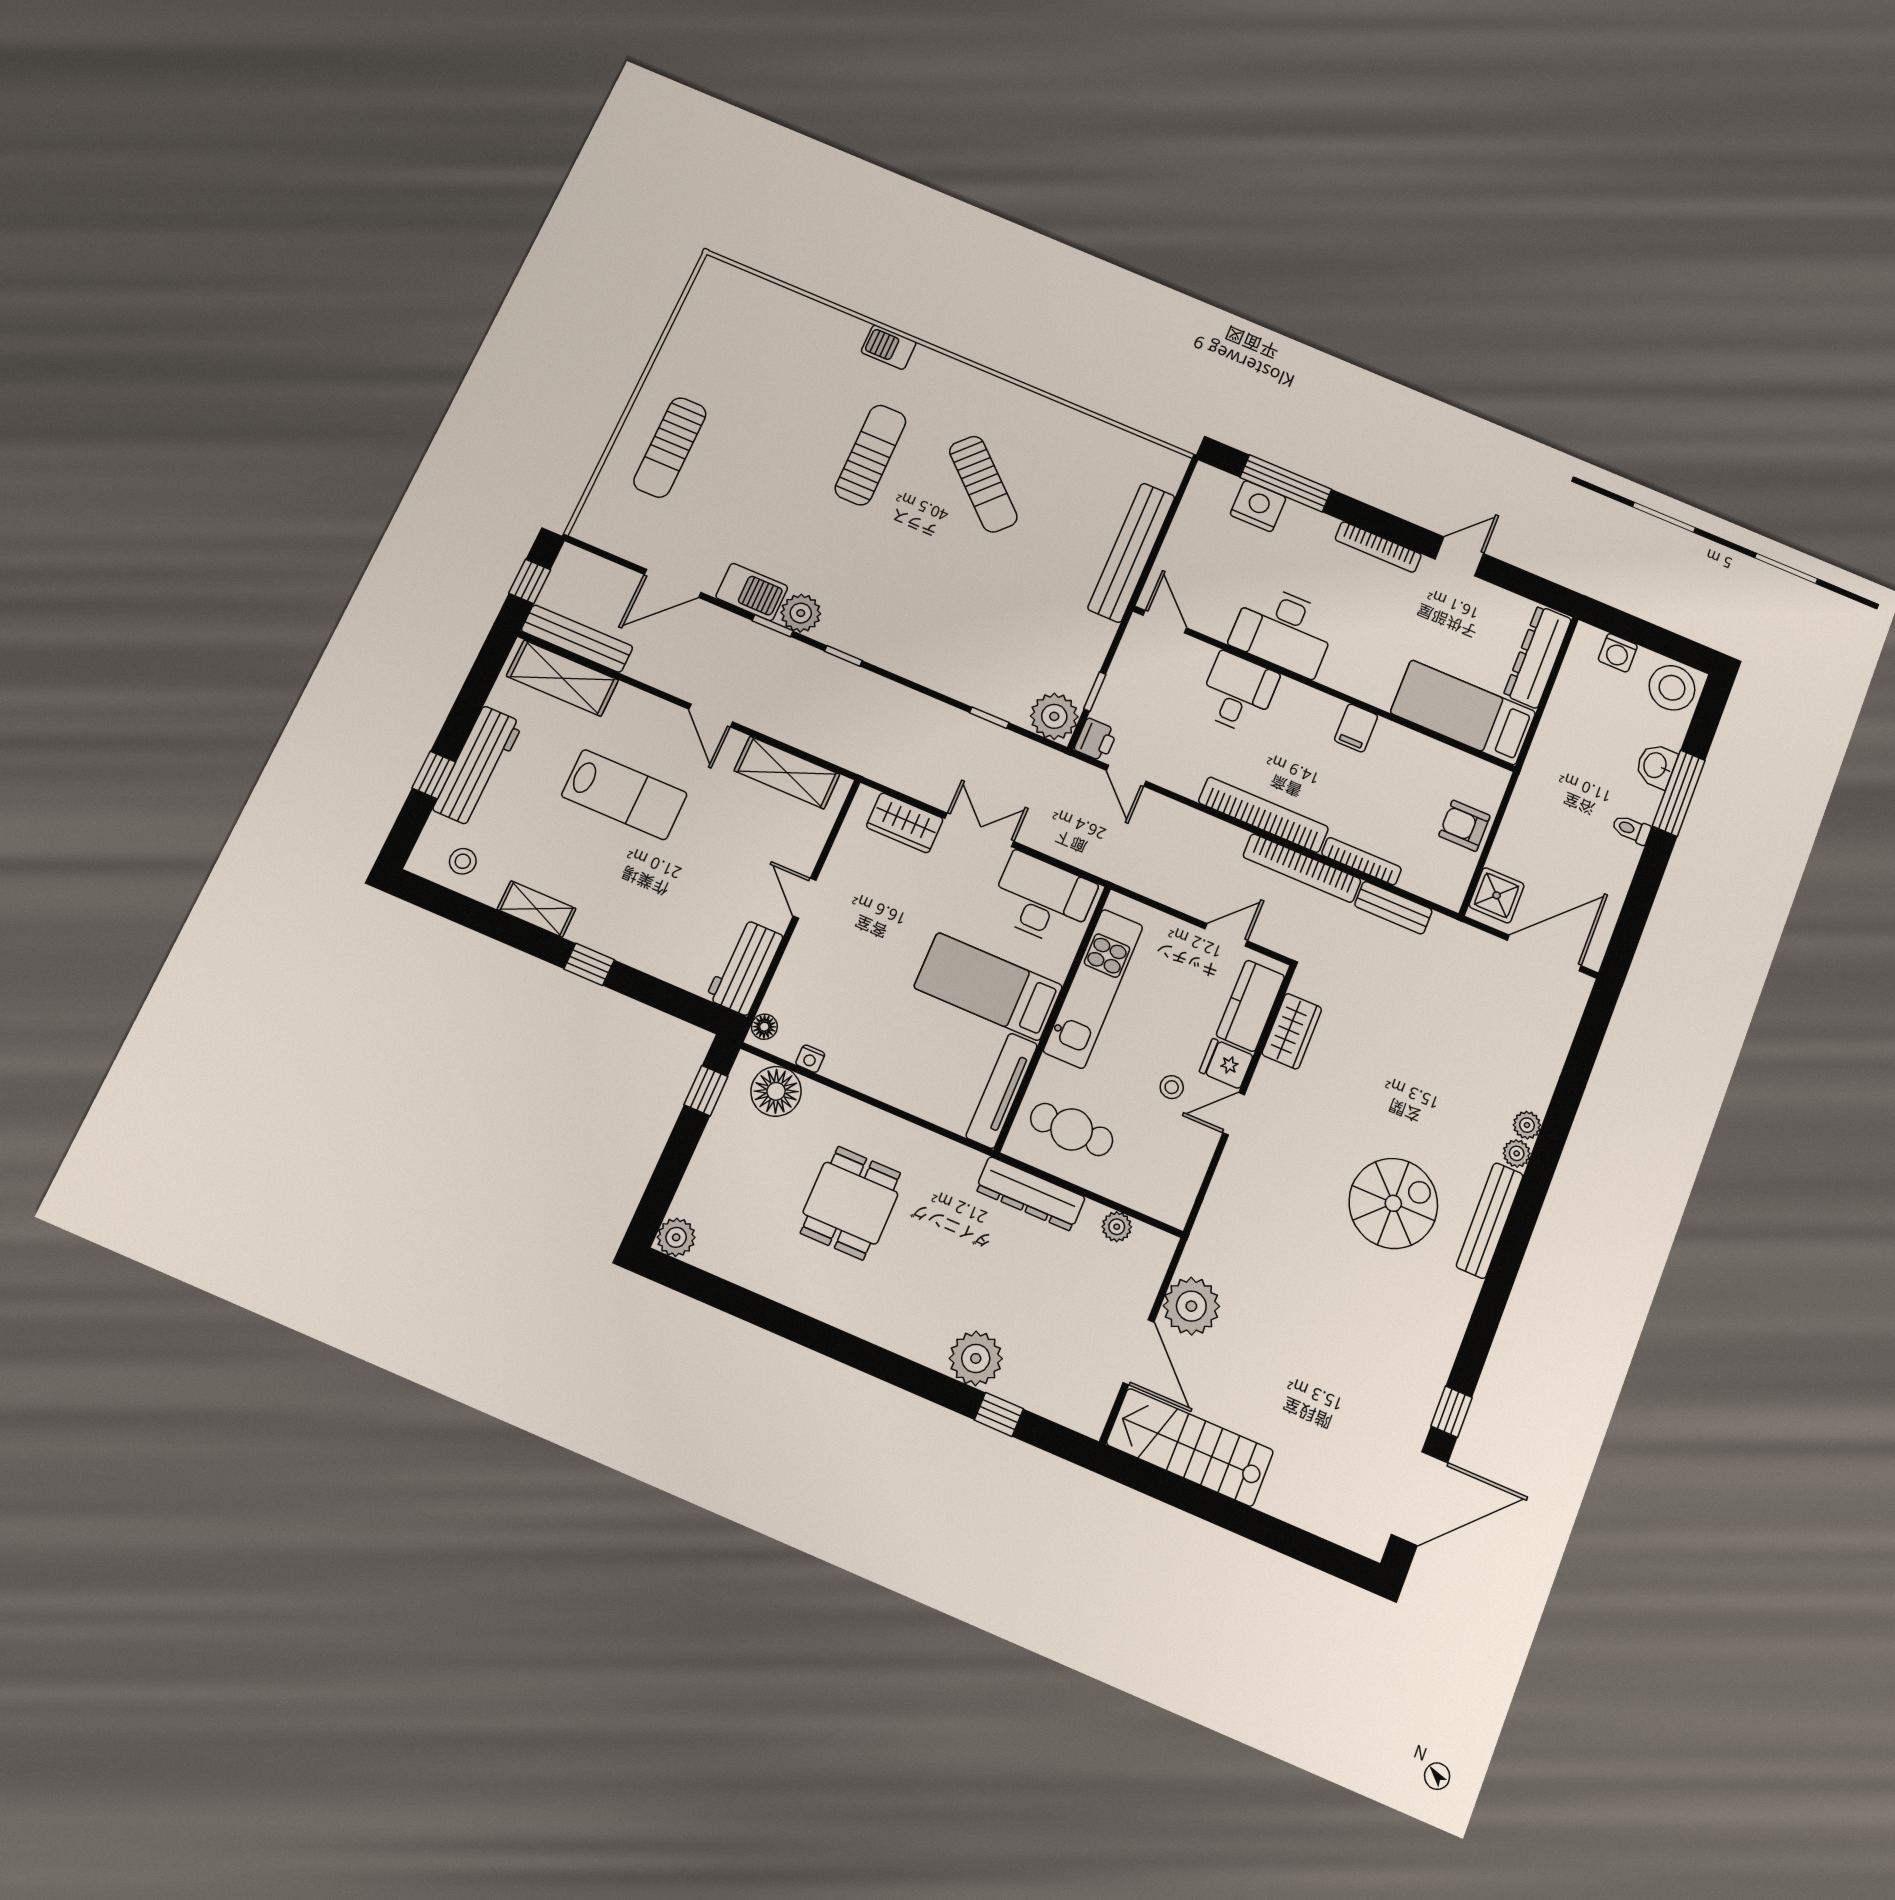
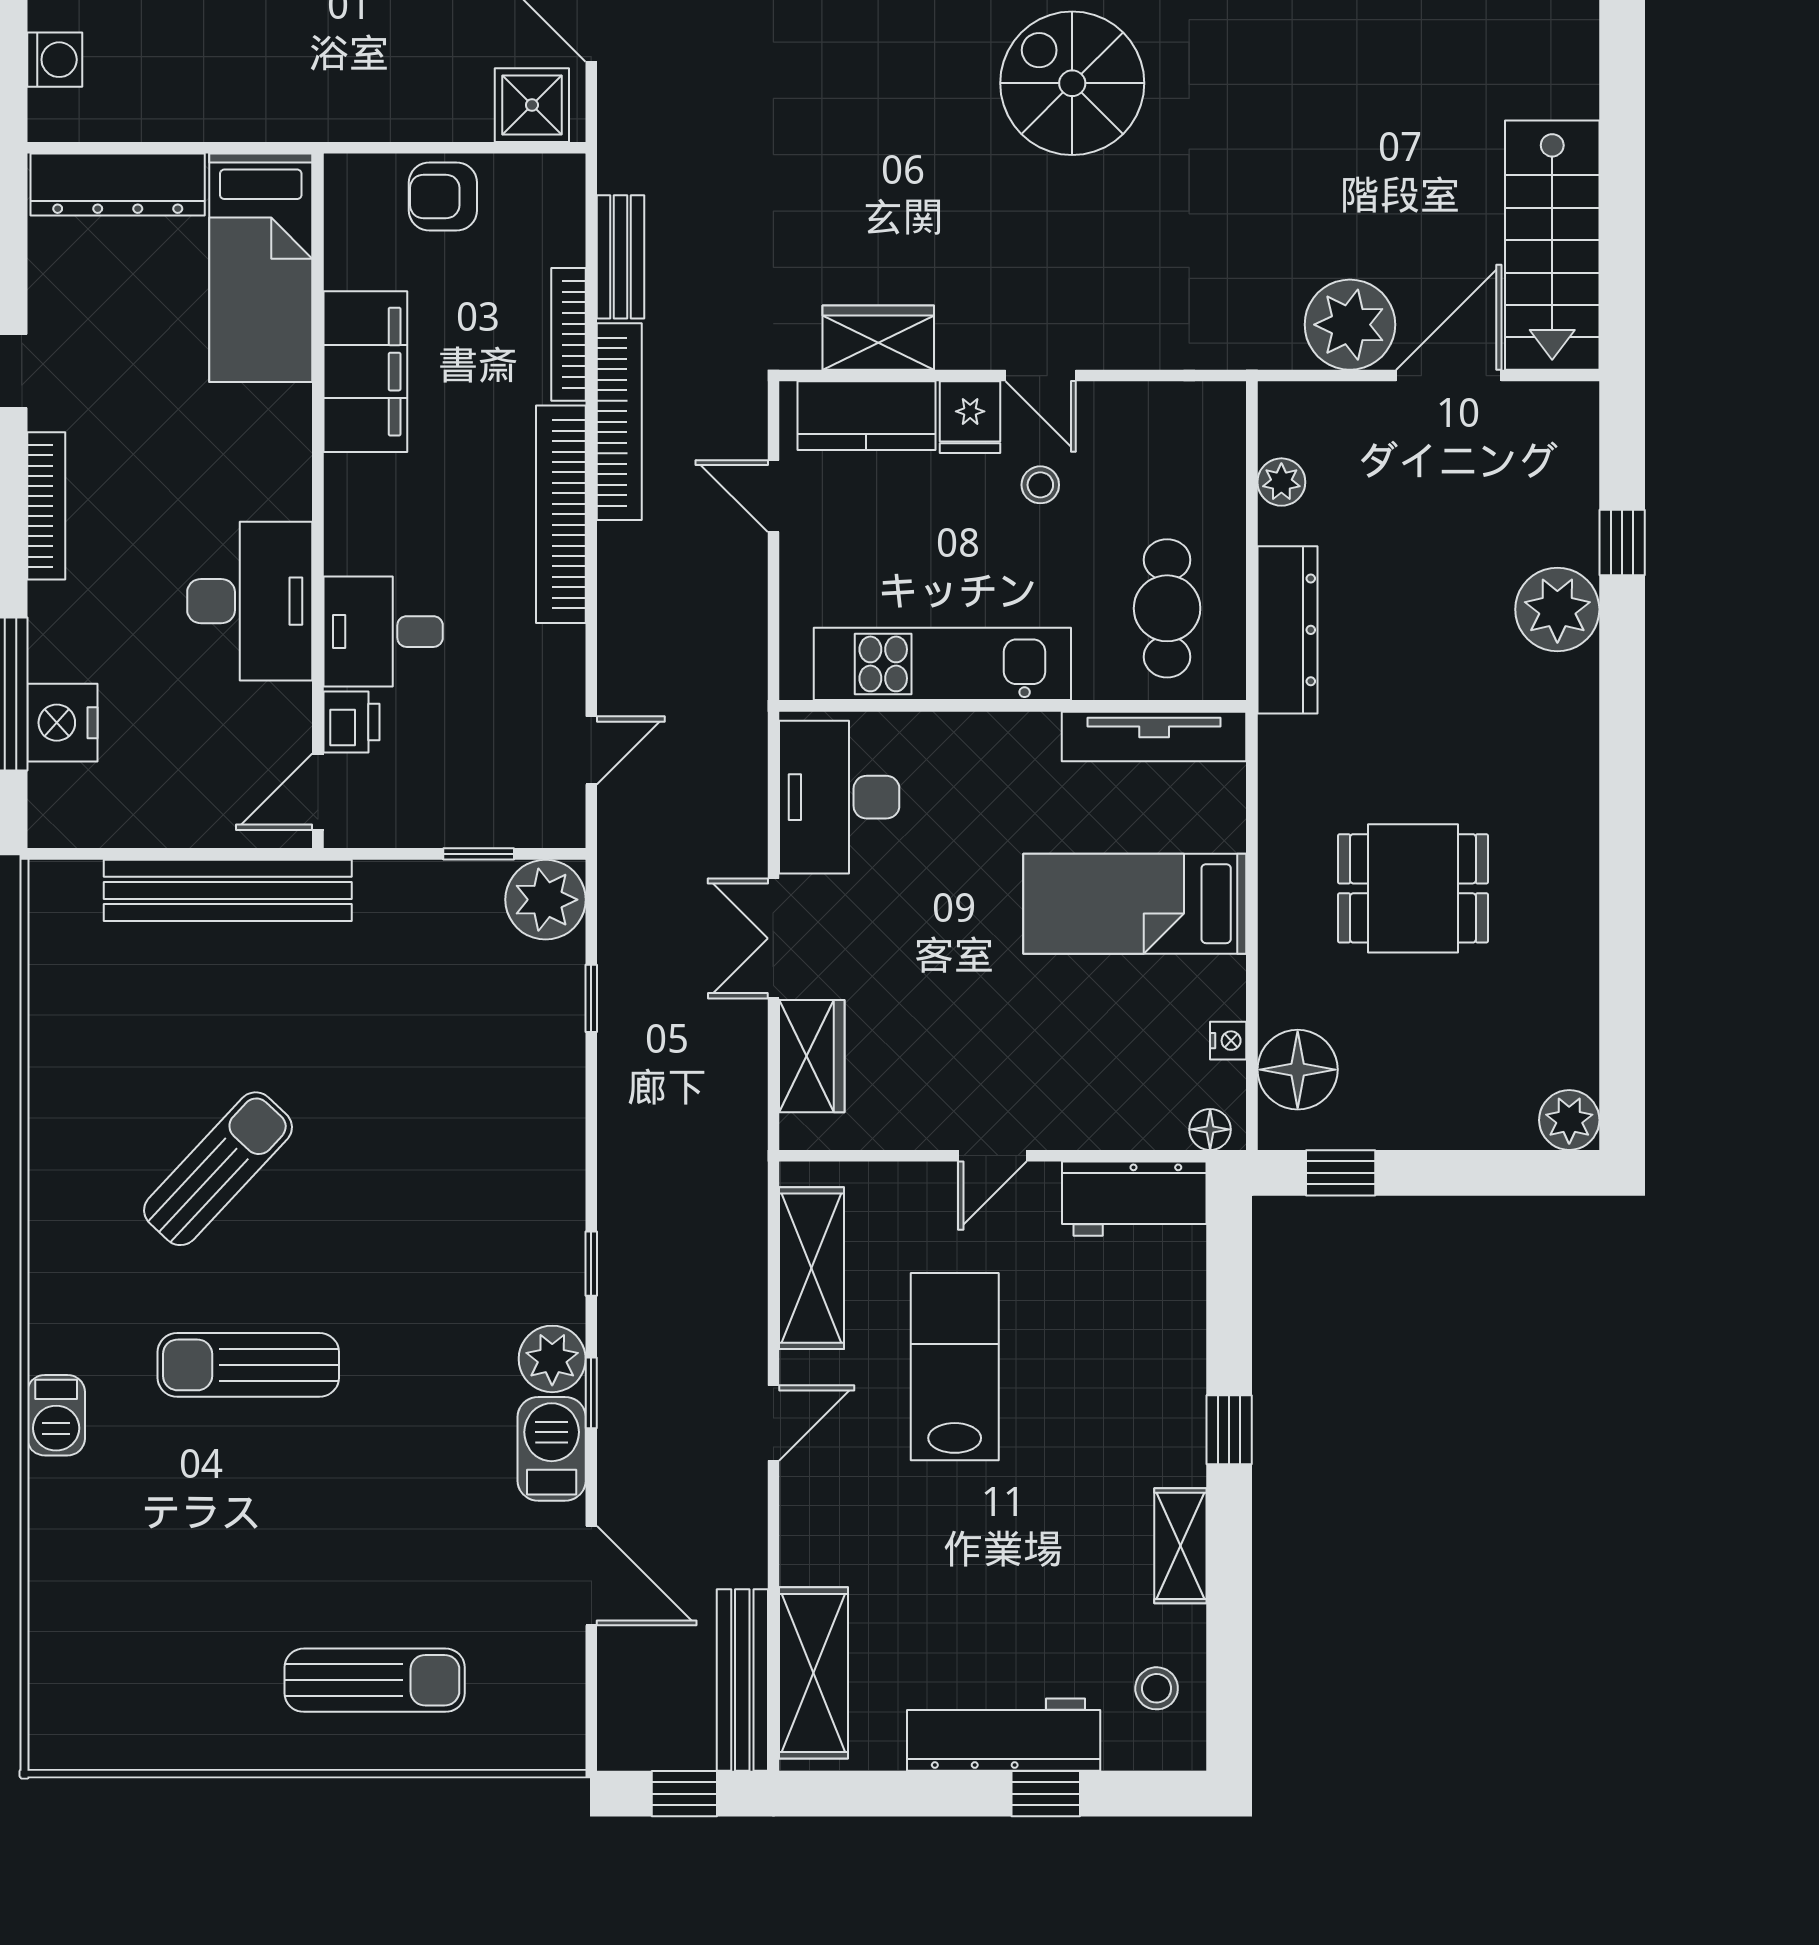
filing cabinet: (1356, 728) -> (365, 372), width x3.00, depth x1.17
printer: (1096, 740) -> (352, 722), moved, turned 90
lab bench: (624, 795) -> (955, 1367), moved
armchair: (1464, 826) -> (443, 196), turned 90
bed: (988, 987) -> (1135, 904), moved, turned 90

